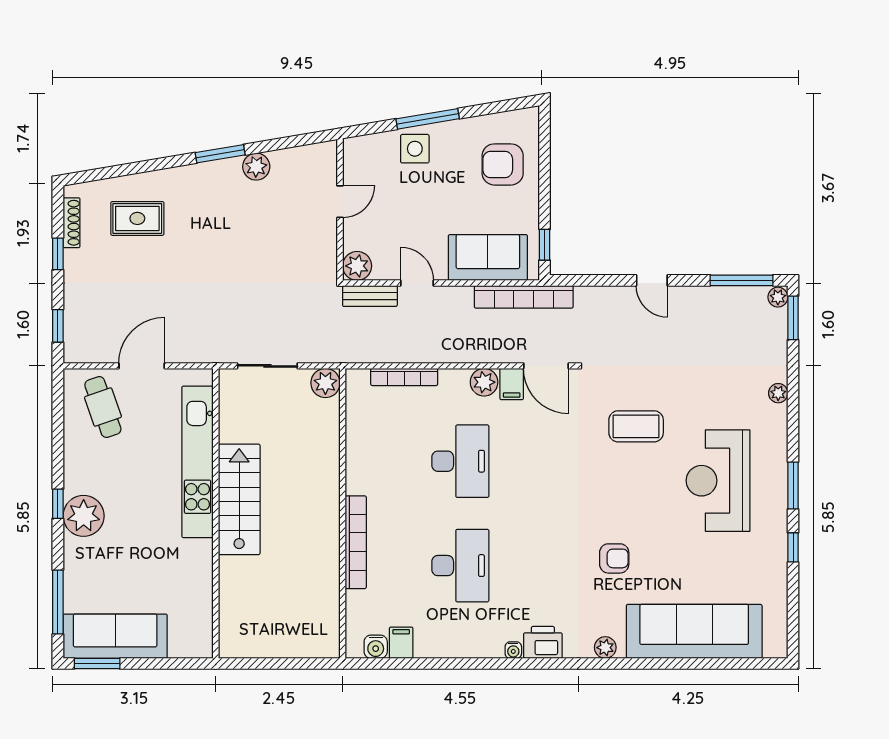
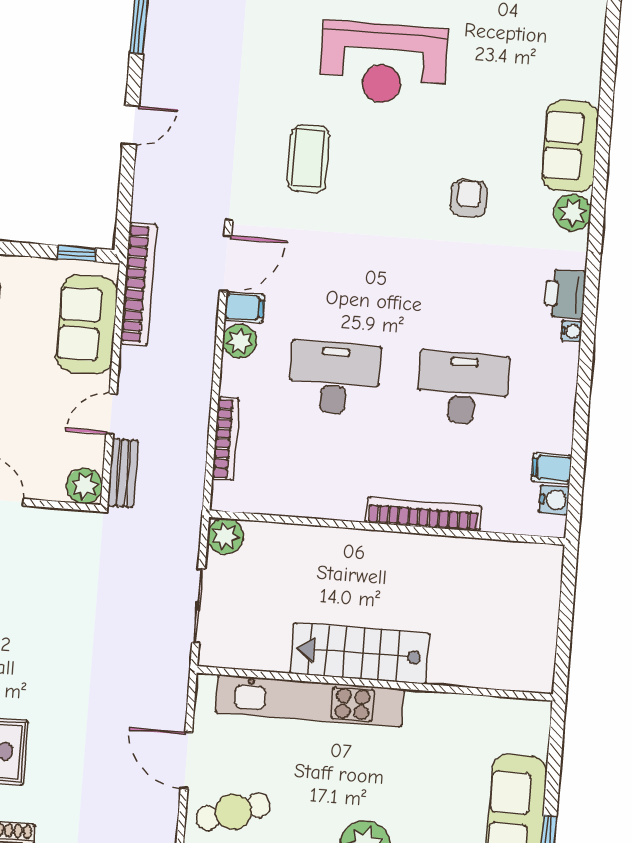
sofa: (694, 631) -> (570, 146), width x0.54, depth x0.79
plant: (605, 648) -> (573, 213), width x1.38, depth x1.38

